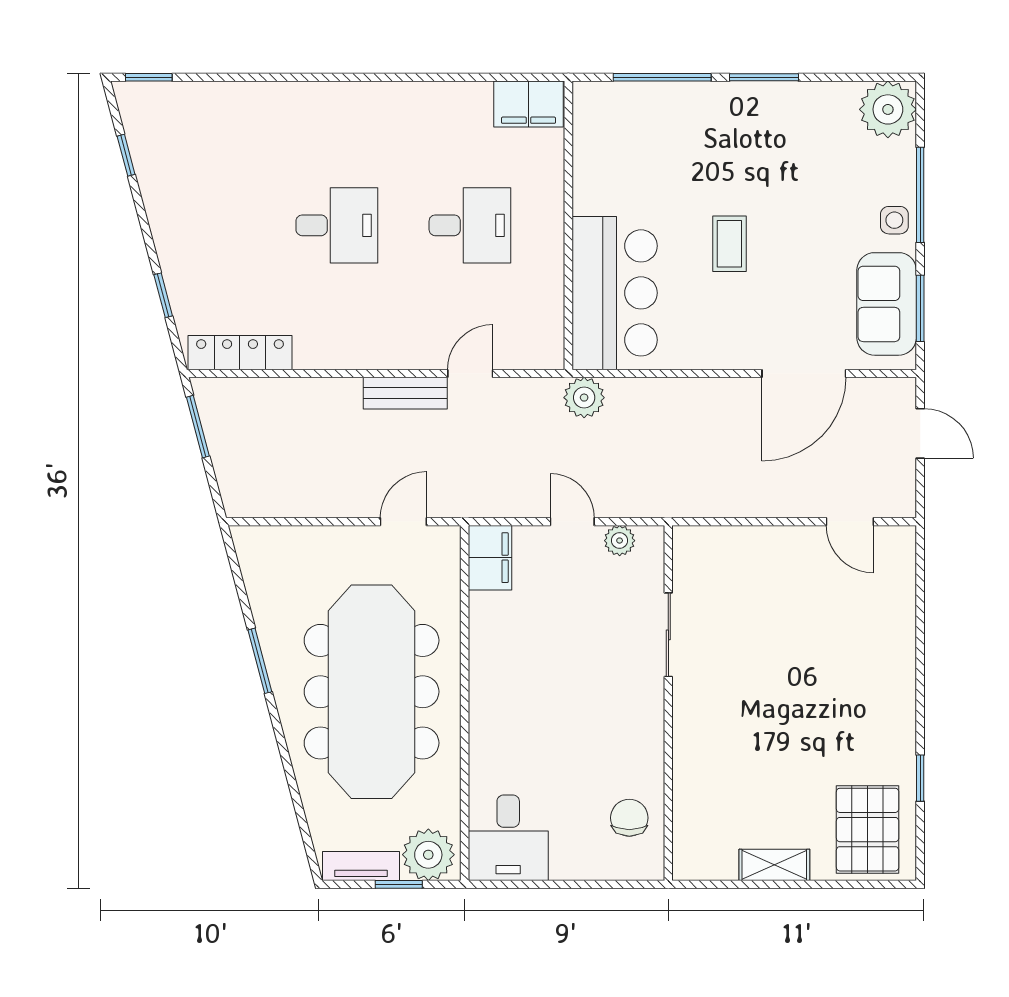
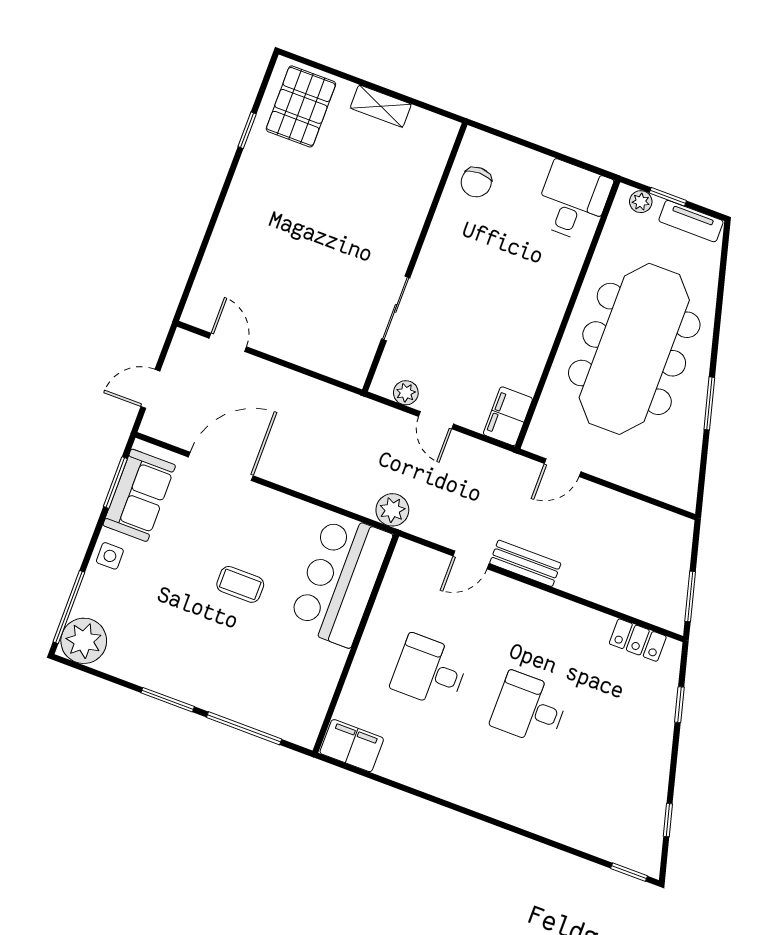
window: (920, 195) -> (69, 607), moved
coffee table: (729, 244) -> (240, 584), turned 90
locker: (240, 353) -> (638, 640), width x0.66
door: (920, 433) -> (150, 389), hinge flipped
plant: (428, 855) -> (641, 202), width x0.53, depth x0.53

